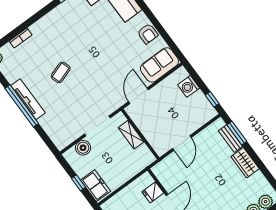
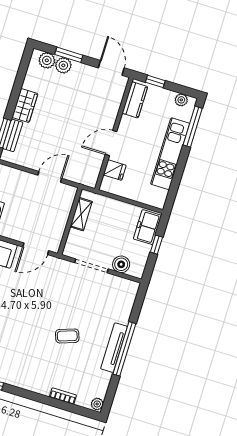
shelving: (131, 135) -> (81, 214), moved

